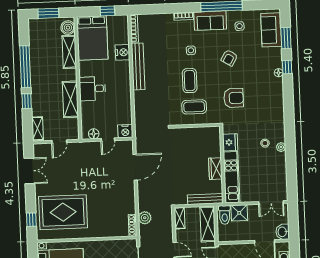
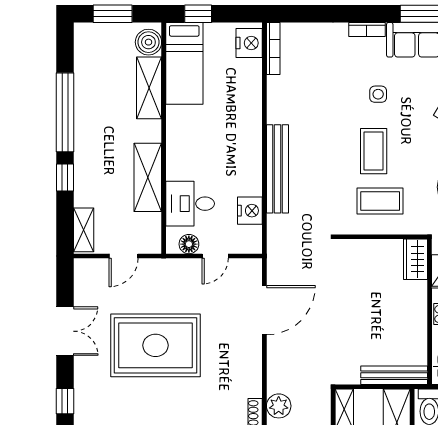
window: (107, 11) -> (198, 14), moved
bed: (92, 38) -> (184, 63), width x0.67
nightstand: (122, 52) -> (249, 43), moved
bench: (138, 66) -> (278, 169), moved
desk: (92, 89) -> (190, 204), moved
nightstand: (125, 131) -> (250, 211), moved, turned -90
wardrobe: (215, 169) -> (415, 259), moved
double door: (29, 171) -> (65, 331), moved
rug: (63, 212) -> (156, 345), moved

